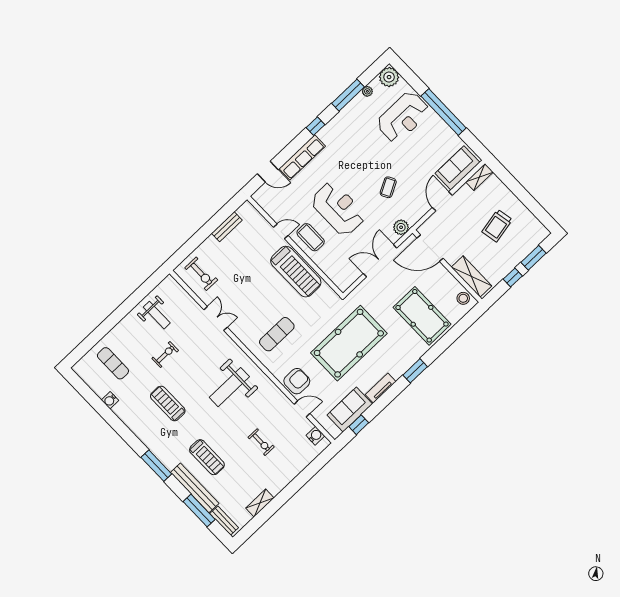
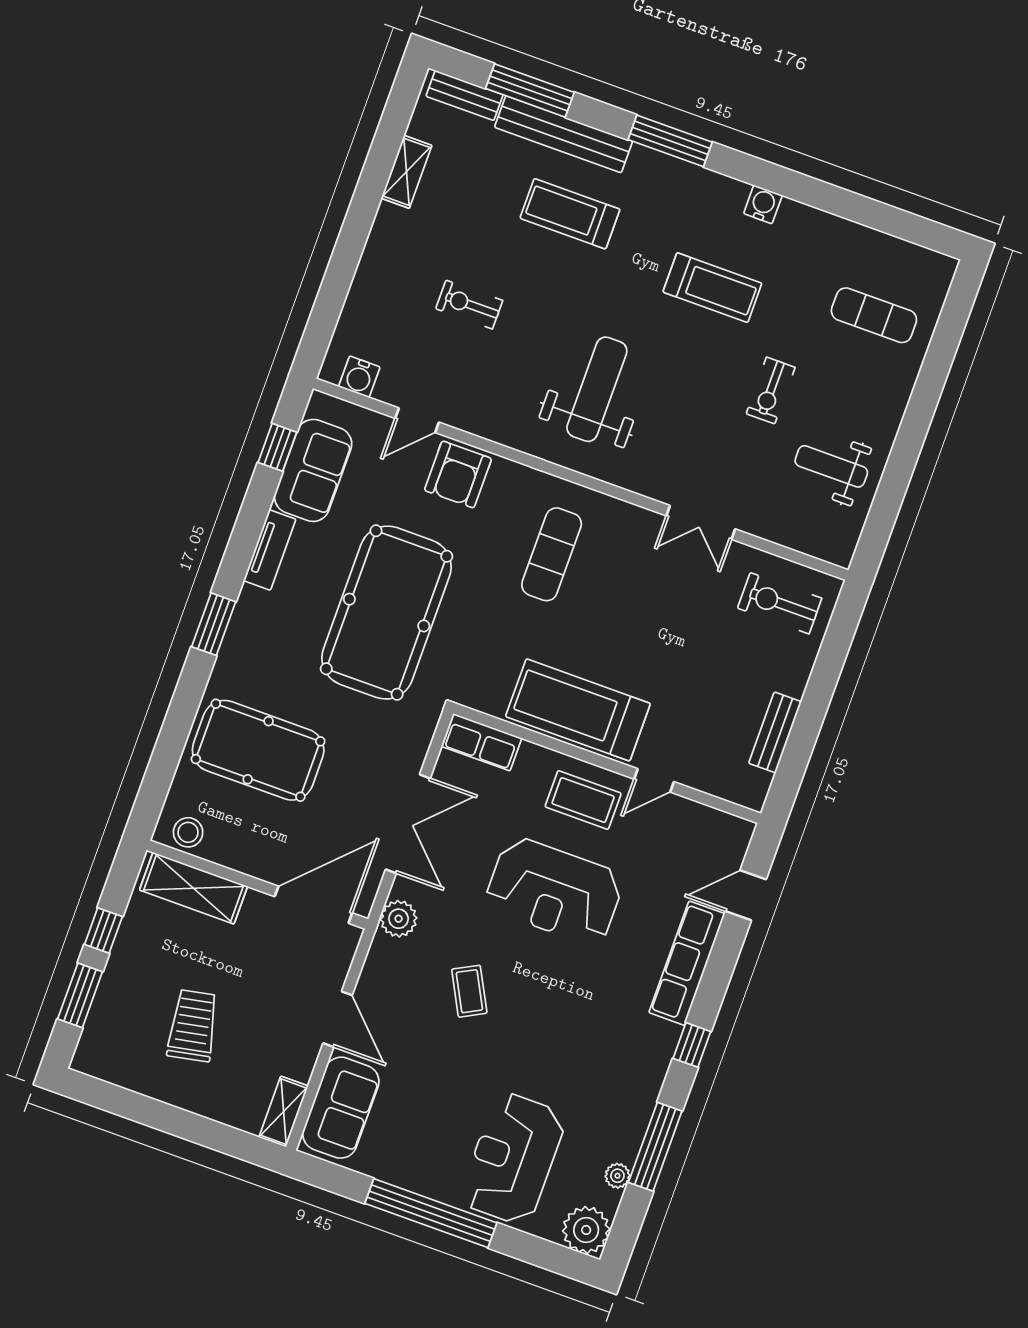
row of seats: (338, 277) -> (482, 742), added
water cooler: (110, 400) -> (763, 204), moved

